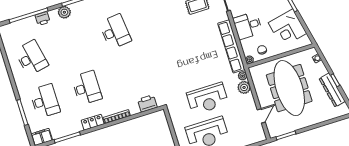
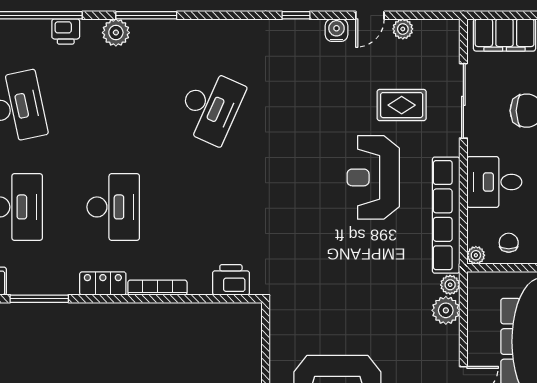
desk: (115, 32) -> (210, 107), turned 30
reception desk: (208, 98) -> (373, 177), moved, turned 90

